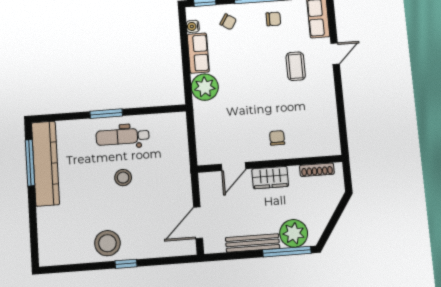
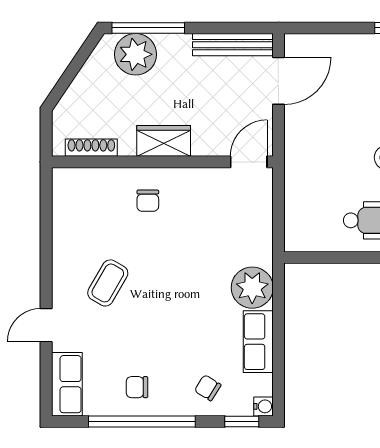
water cooler: (193, 26) -> (263, 406), moved
coffee table: (296, 66) -> (108, 283), moved, turned 30
door: (234, 167) -> (249, 162), moved
bench: (253, 243) -> (233, 45), moved

